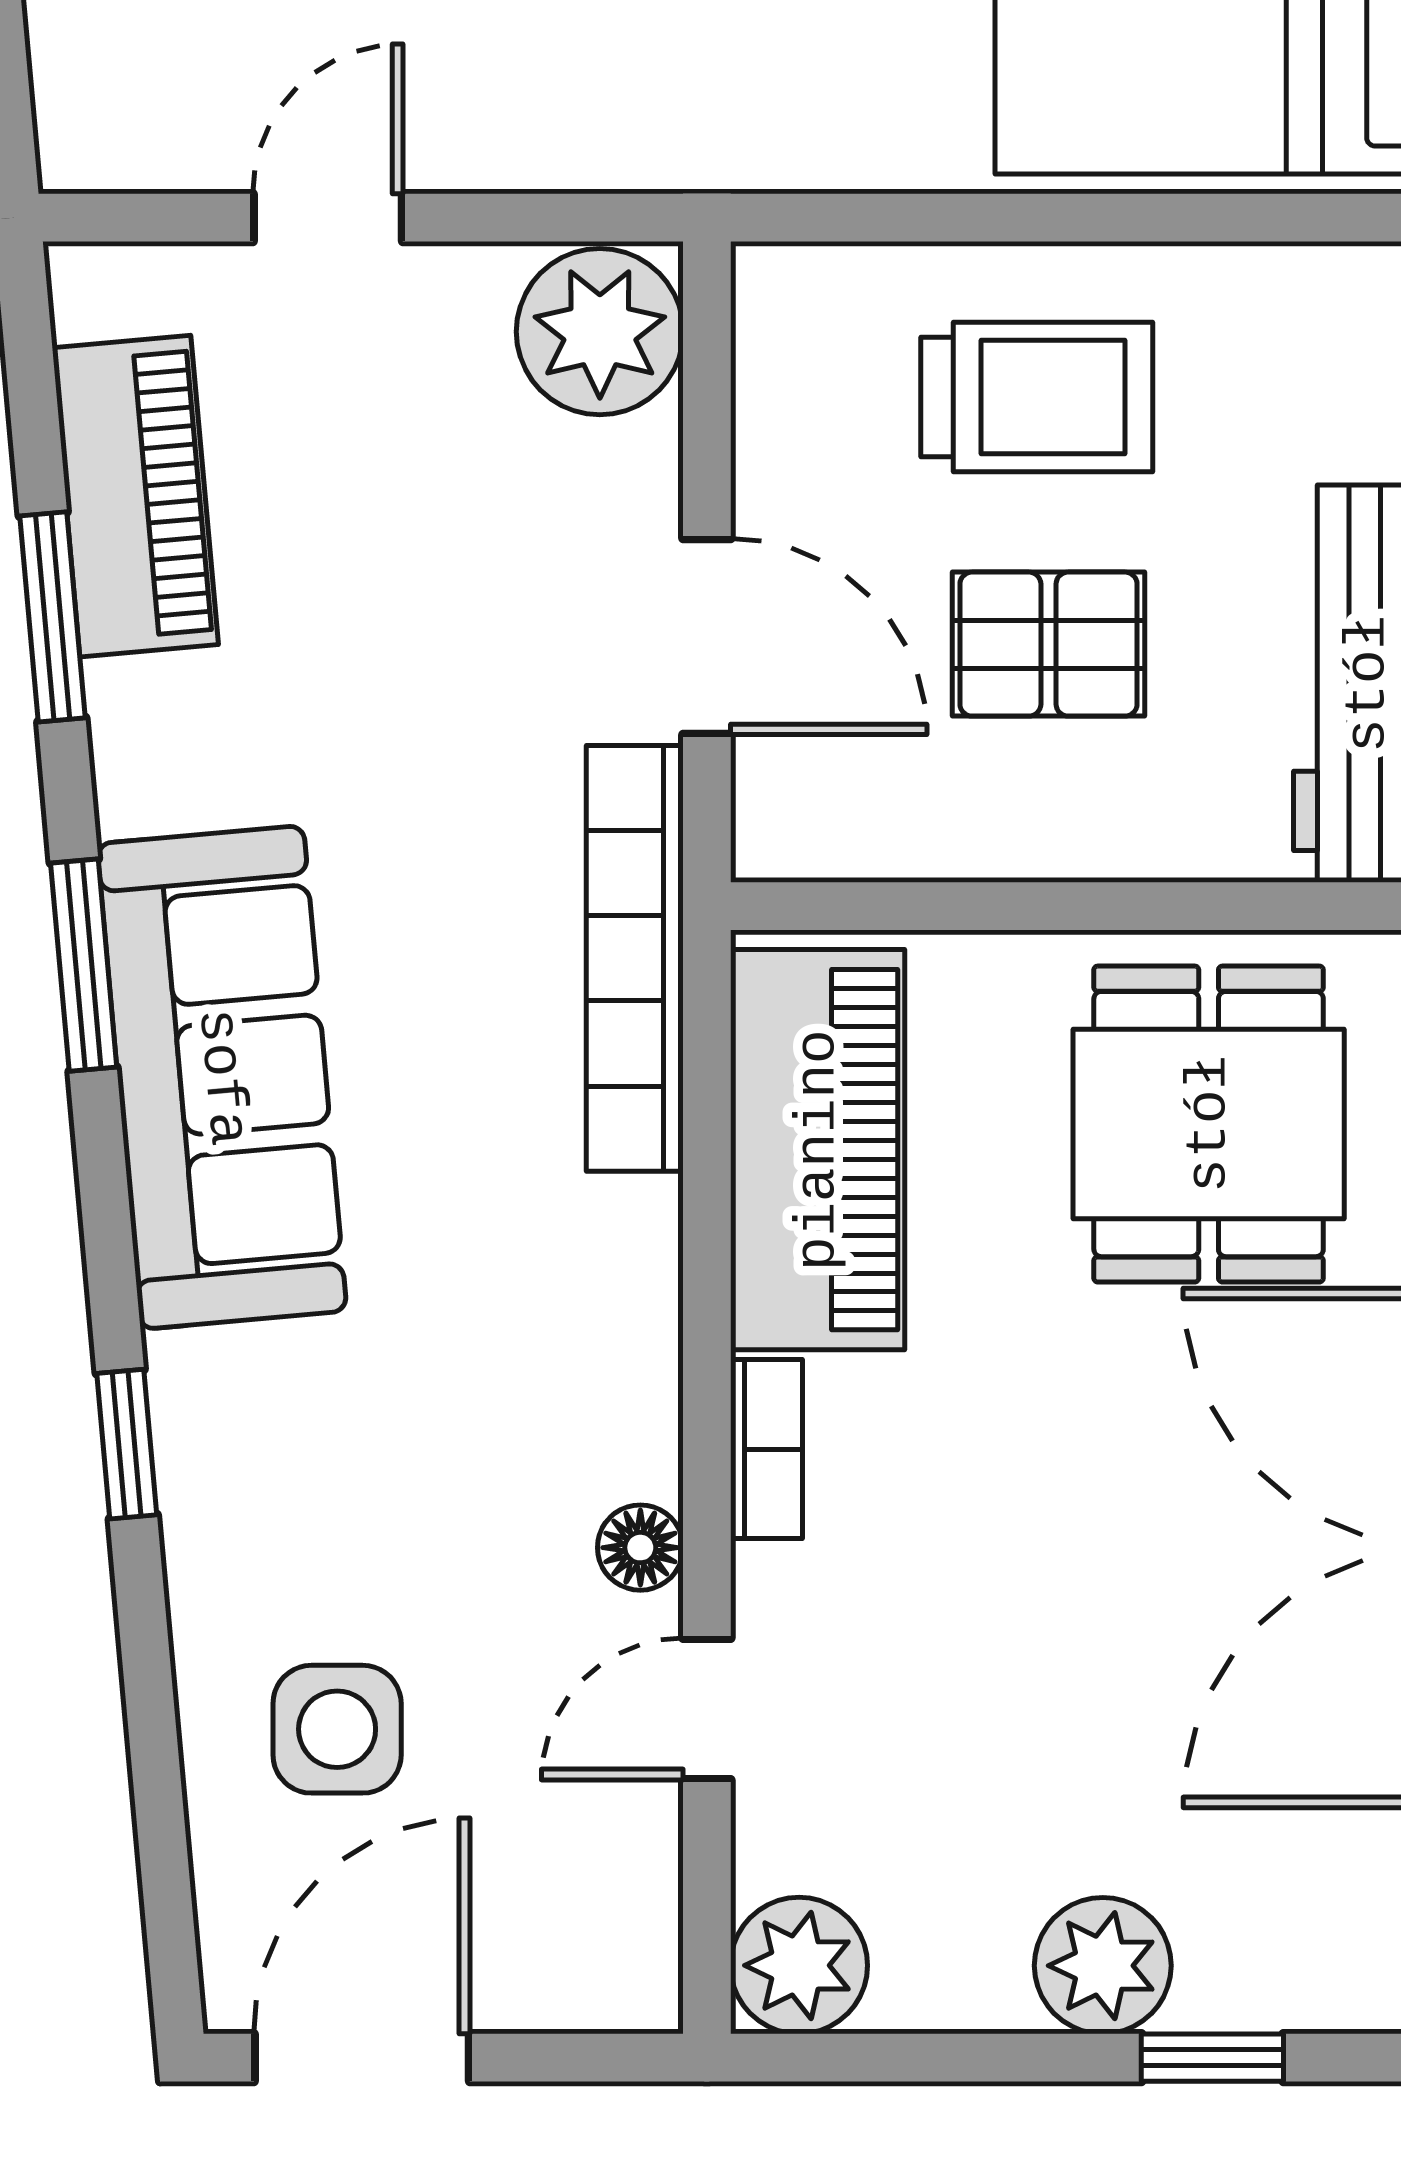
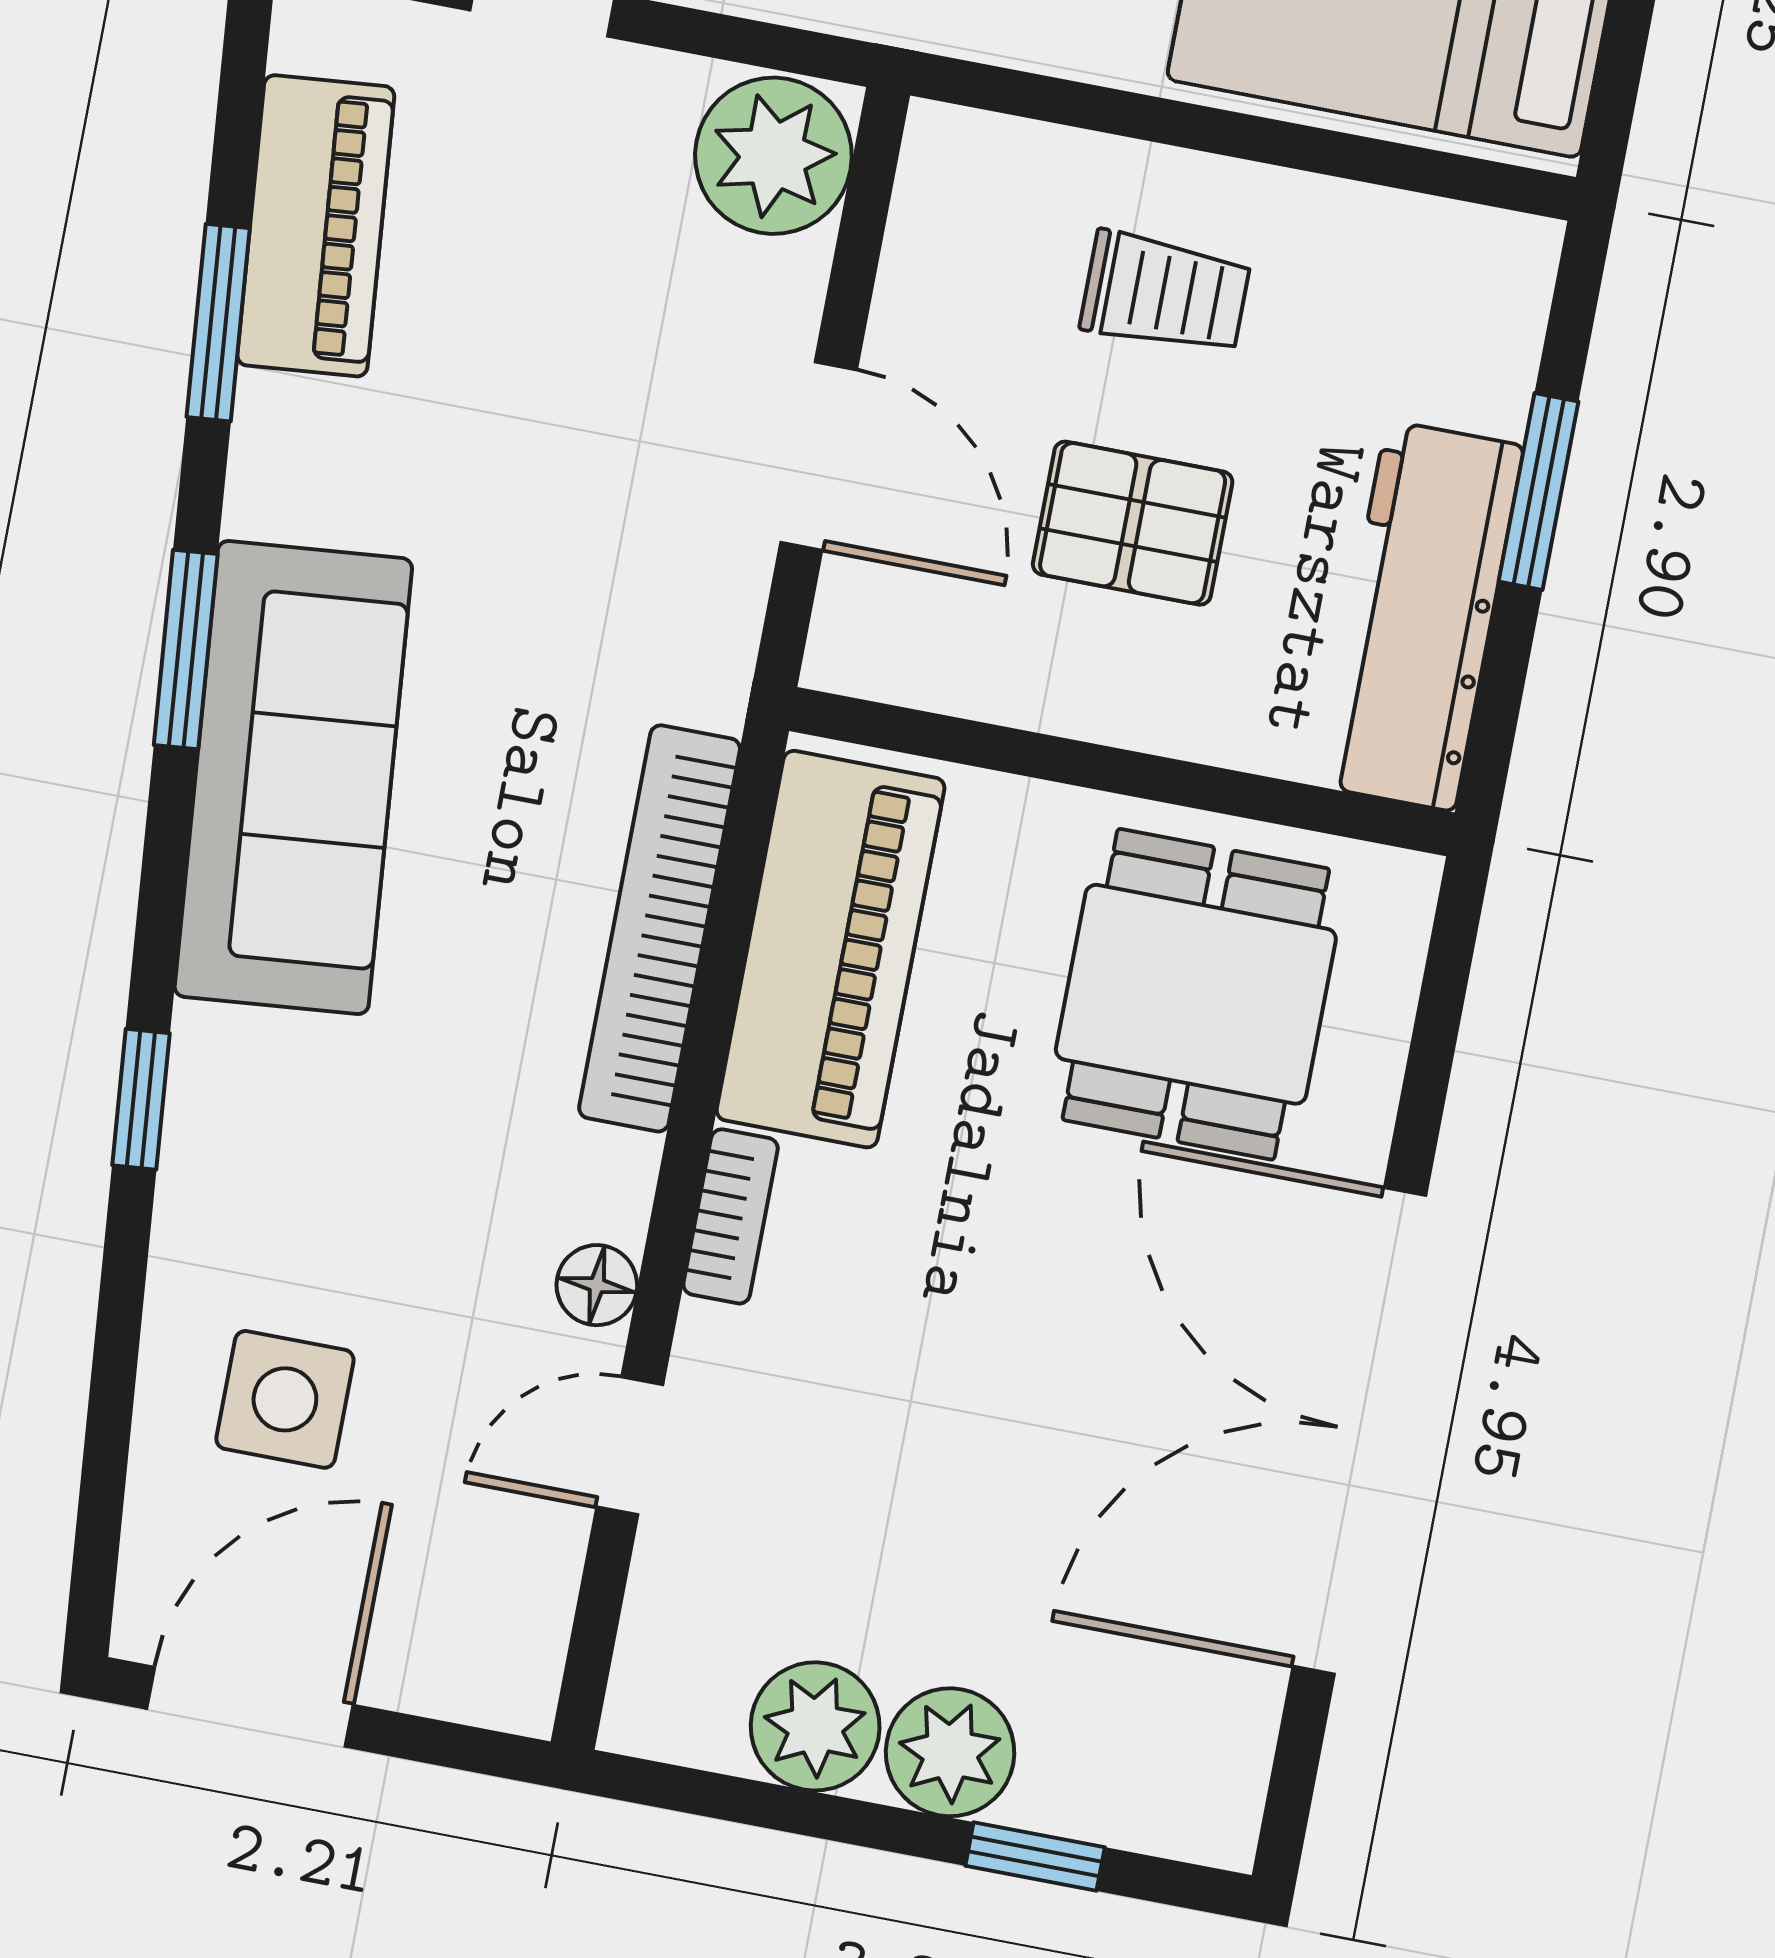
trolley: (1037, 397) -> (1165, 293), width x0.73, depth x0.72
bookcase: (635, 958) -> (660, 928), moved
plant: (799, 1965) -> (815, 1726), moved

